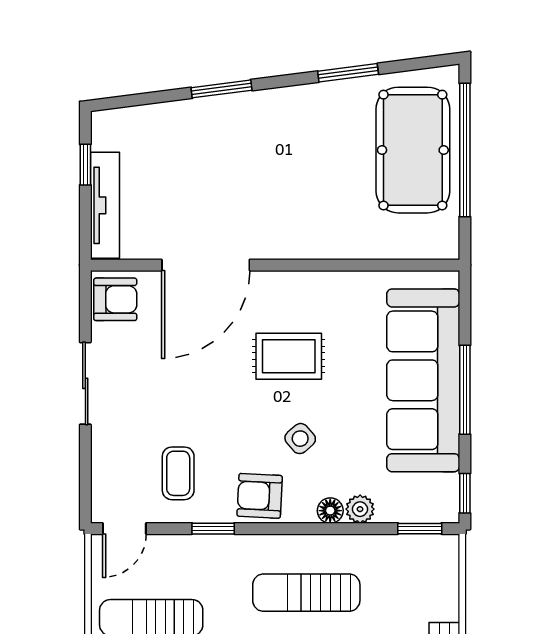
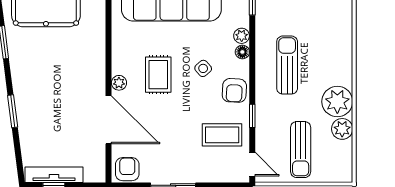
tv unit: (105, 205) -> (54, 175), moved
plant: (274, 284) -> (119, 83), added
coffee table: (178, 473) -> (222, 135), width x1.36, depth x1.30
sun lounger: (306, 593) -> (287, 65), turned 180

